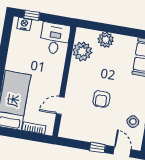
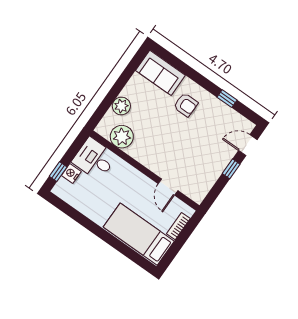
nightstand: (24, 24) -> (71, 173), moved
armchair: (101, 99) -> (186, 105), moved
side table: (133, 121) -> (221, 118), removed

